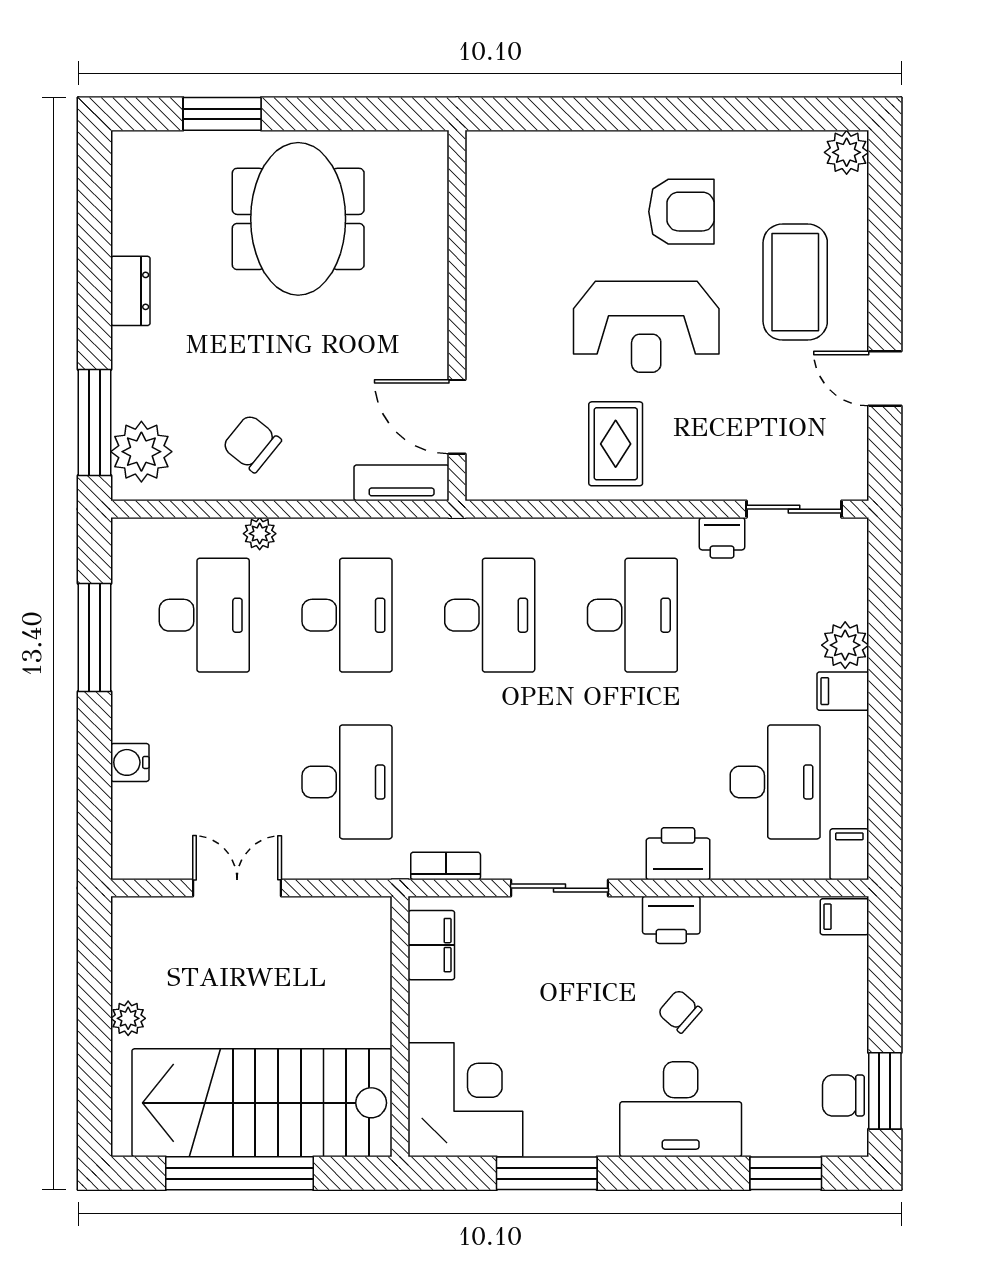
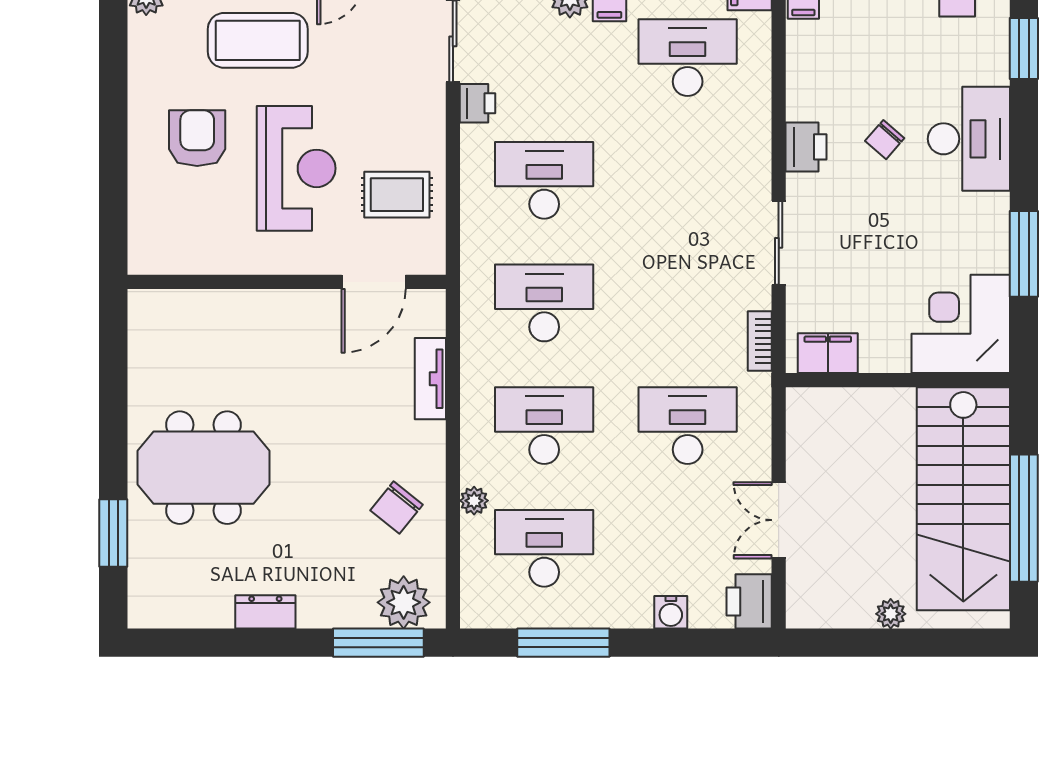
wall: (457, 316) -> (287, 282), moved
door: (457, 417) -> (374, 282), moved
printer: (678, 854) -> (749, 601), moved

